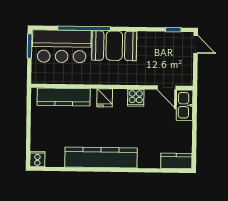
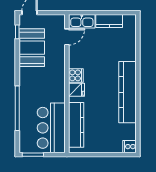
bar counter: (62, 46) -> (51, 128), moved, turned 180
booth: (114, 46) -> (32, 48), moved
cooker: (136, 98) -> (76, 75), moved
kitchen counter: (176, 161) -> (109, 21), moved, turned -90

